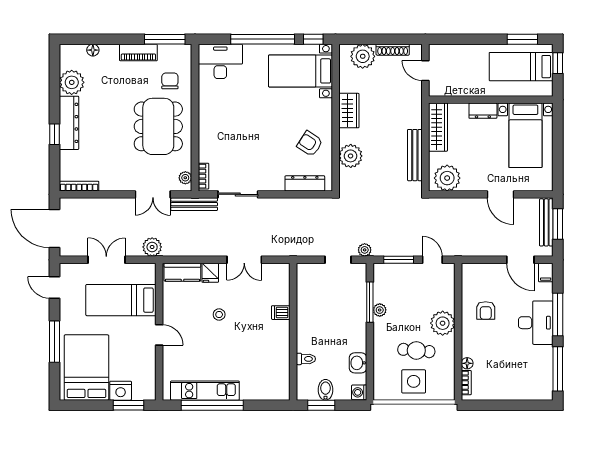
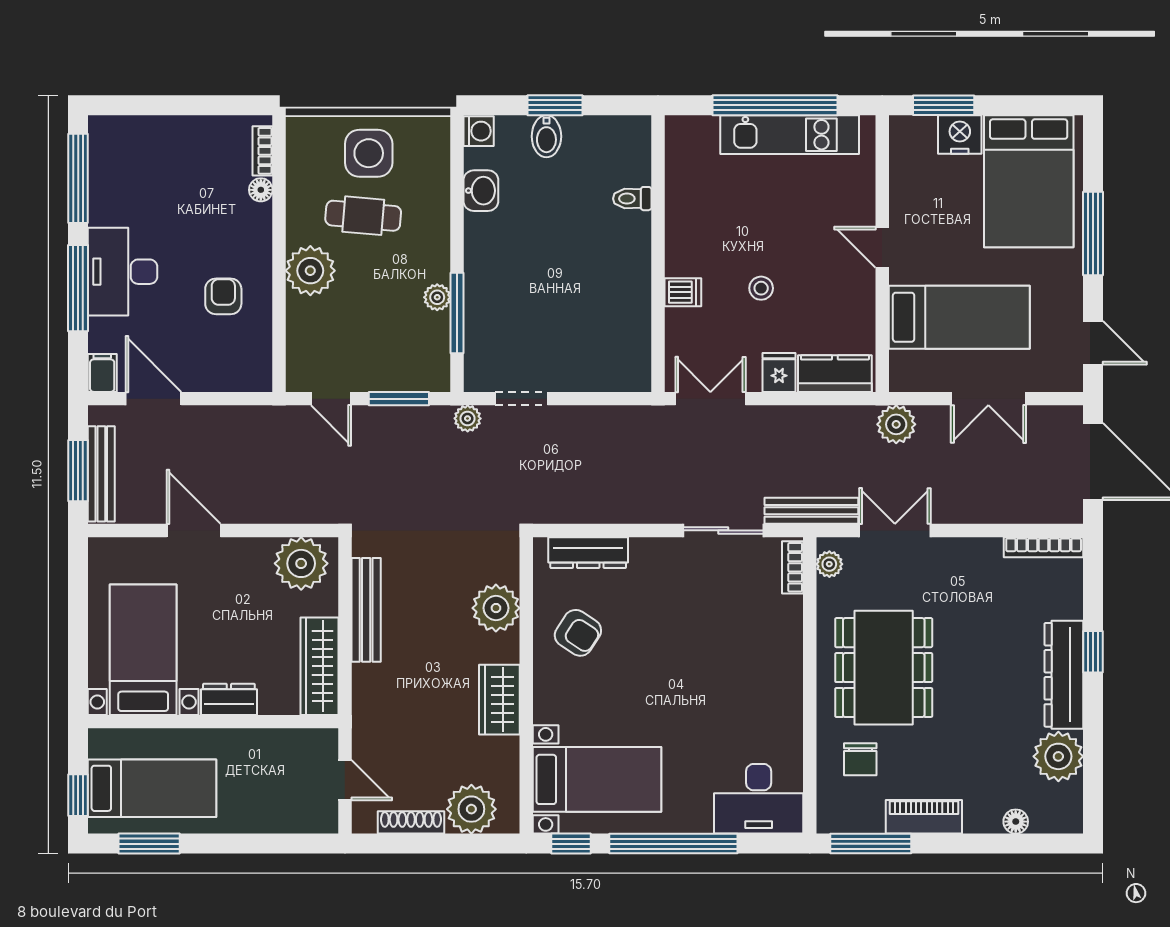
dishwasher: (281, 313) -> (683, 292), moved
wall: (293, 332) -> (658, 254), moved
toilet: (306, 359) -> (632, 199), moved

